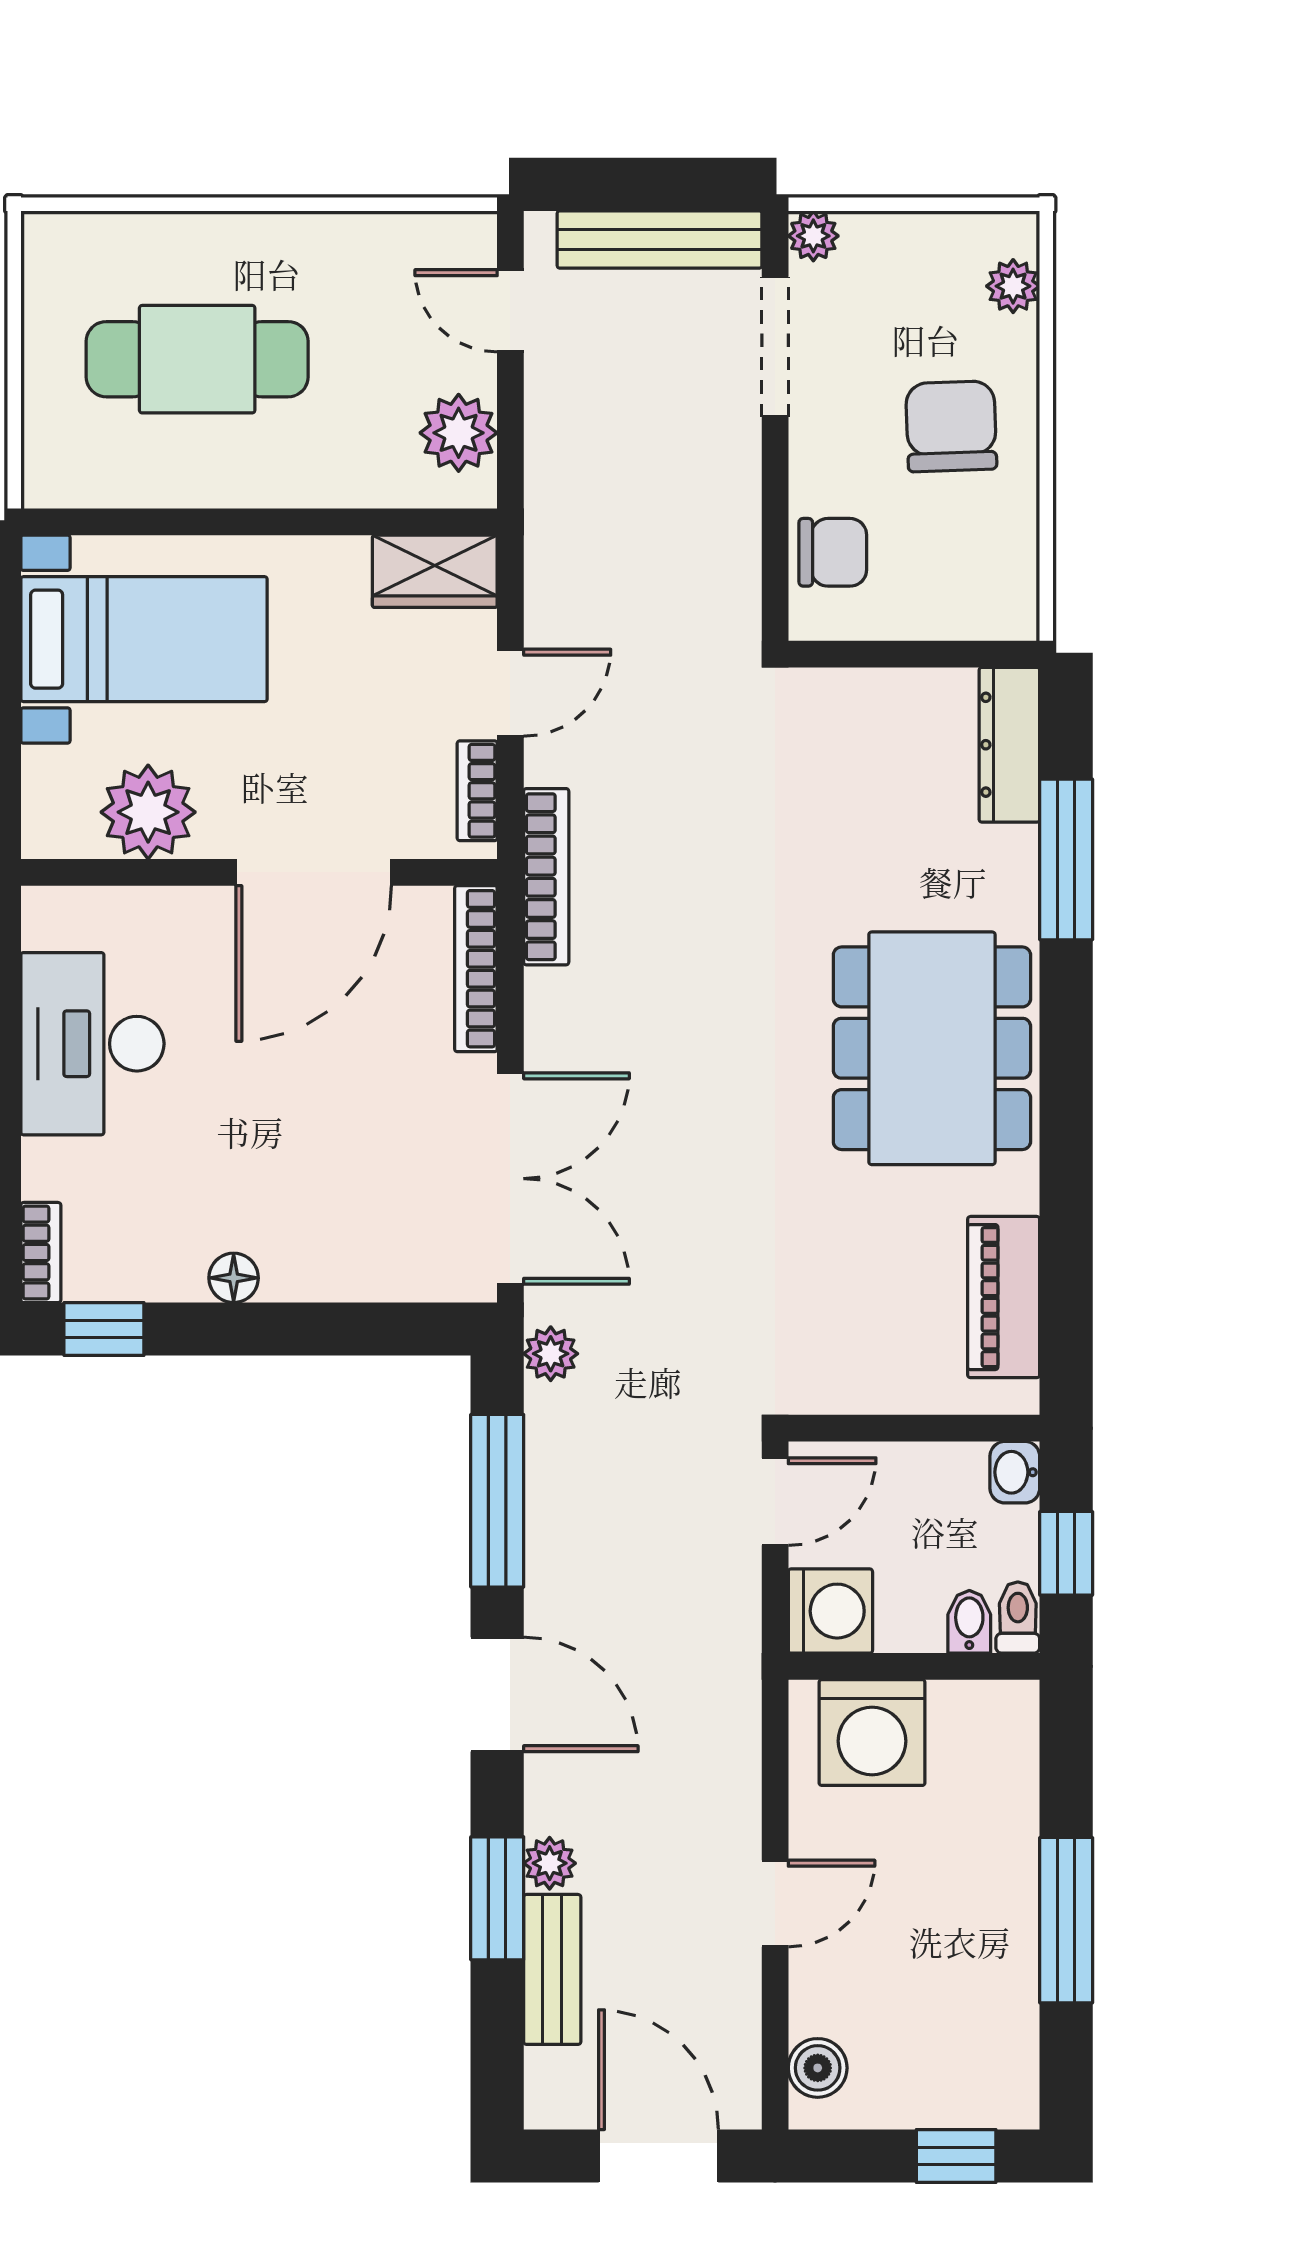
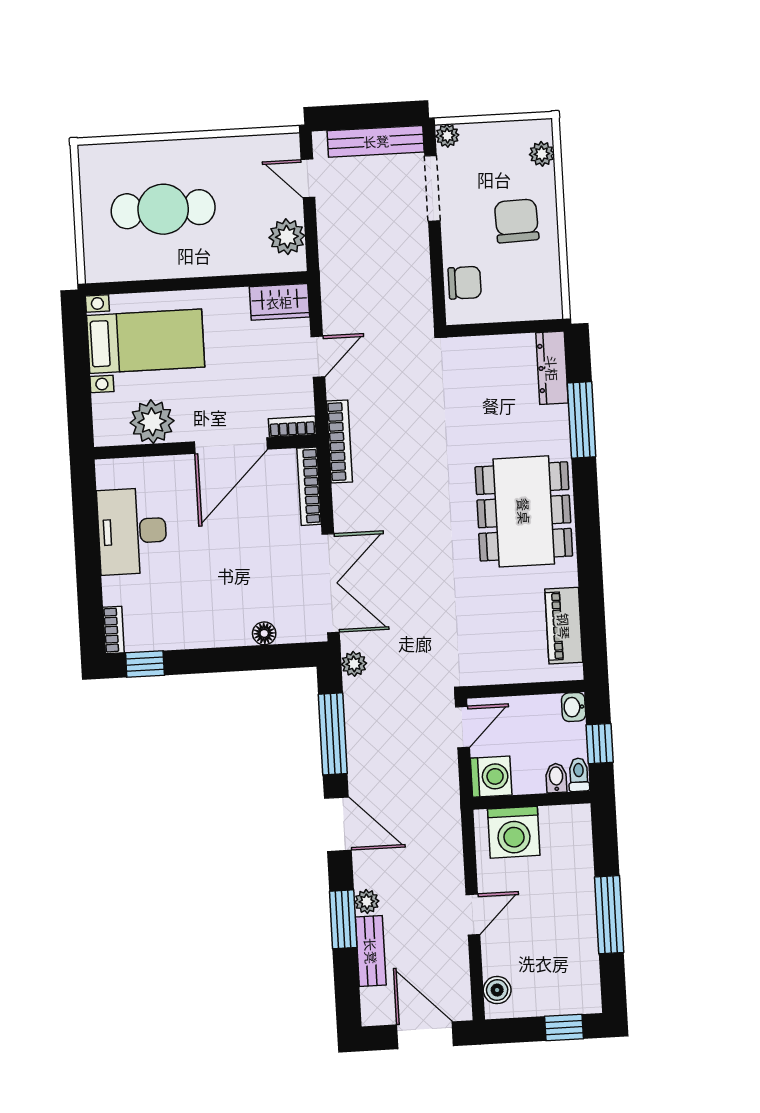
bookcase: (477, 791) -> (292, 427), moved, turned 90
floor lamp: (234, 1278) -> (264, 633), moved

